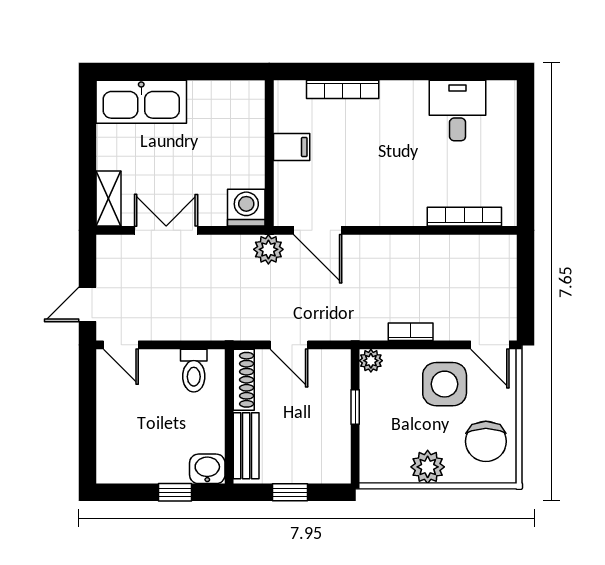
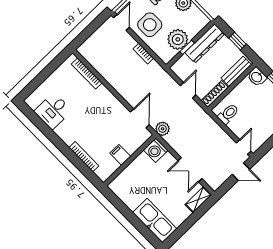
plant: (371, 361) -> (178, 39), moved, width x1.87, depth x1.87
dresser: (335, 440) -> (205, 43), added

